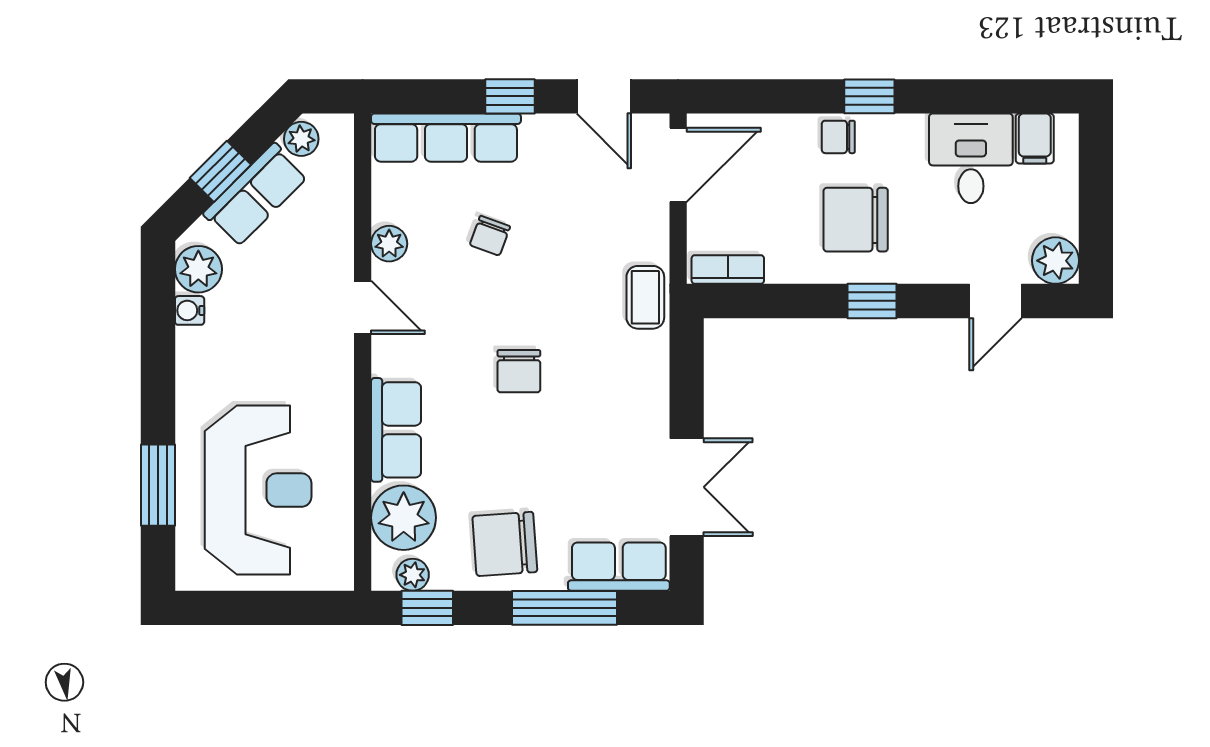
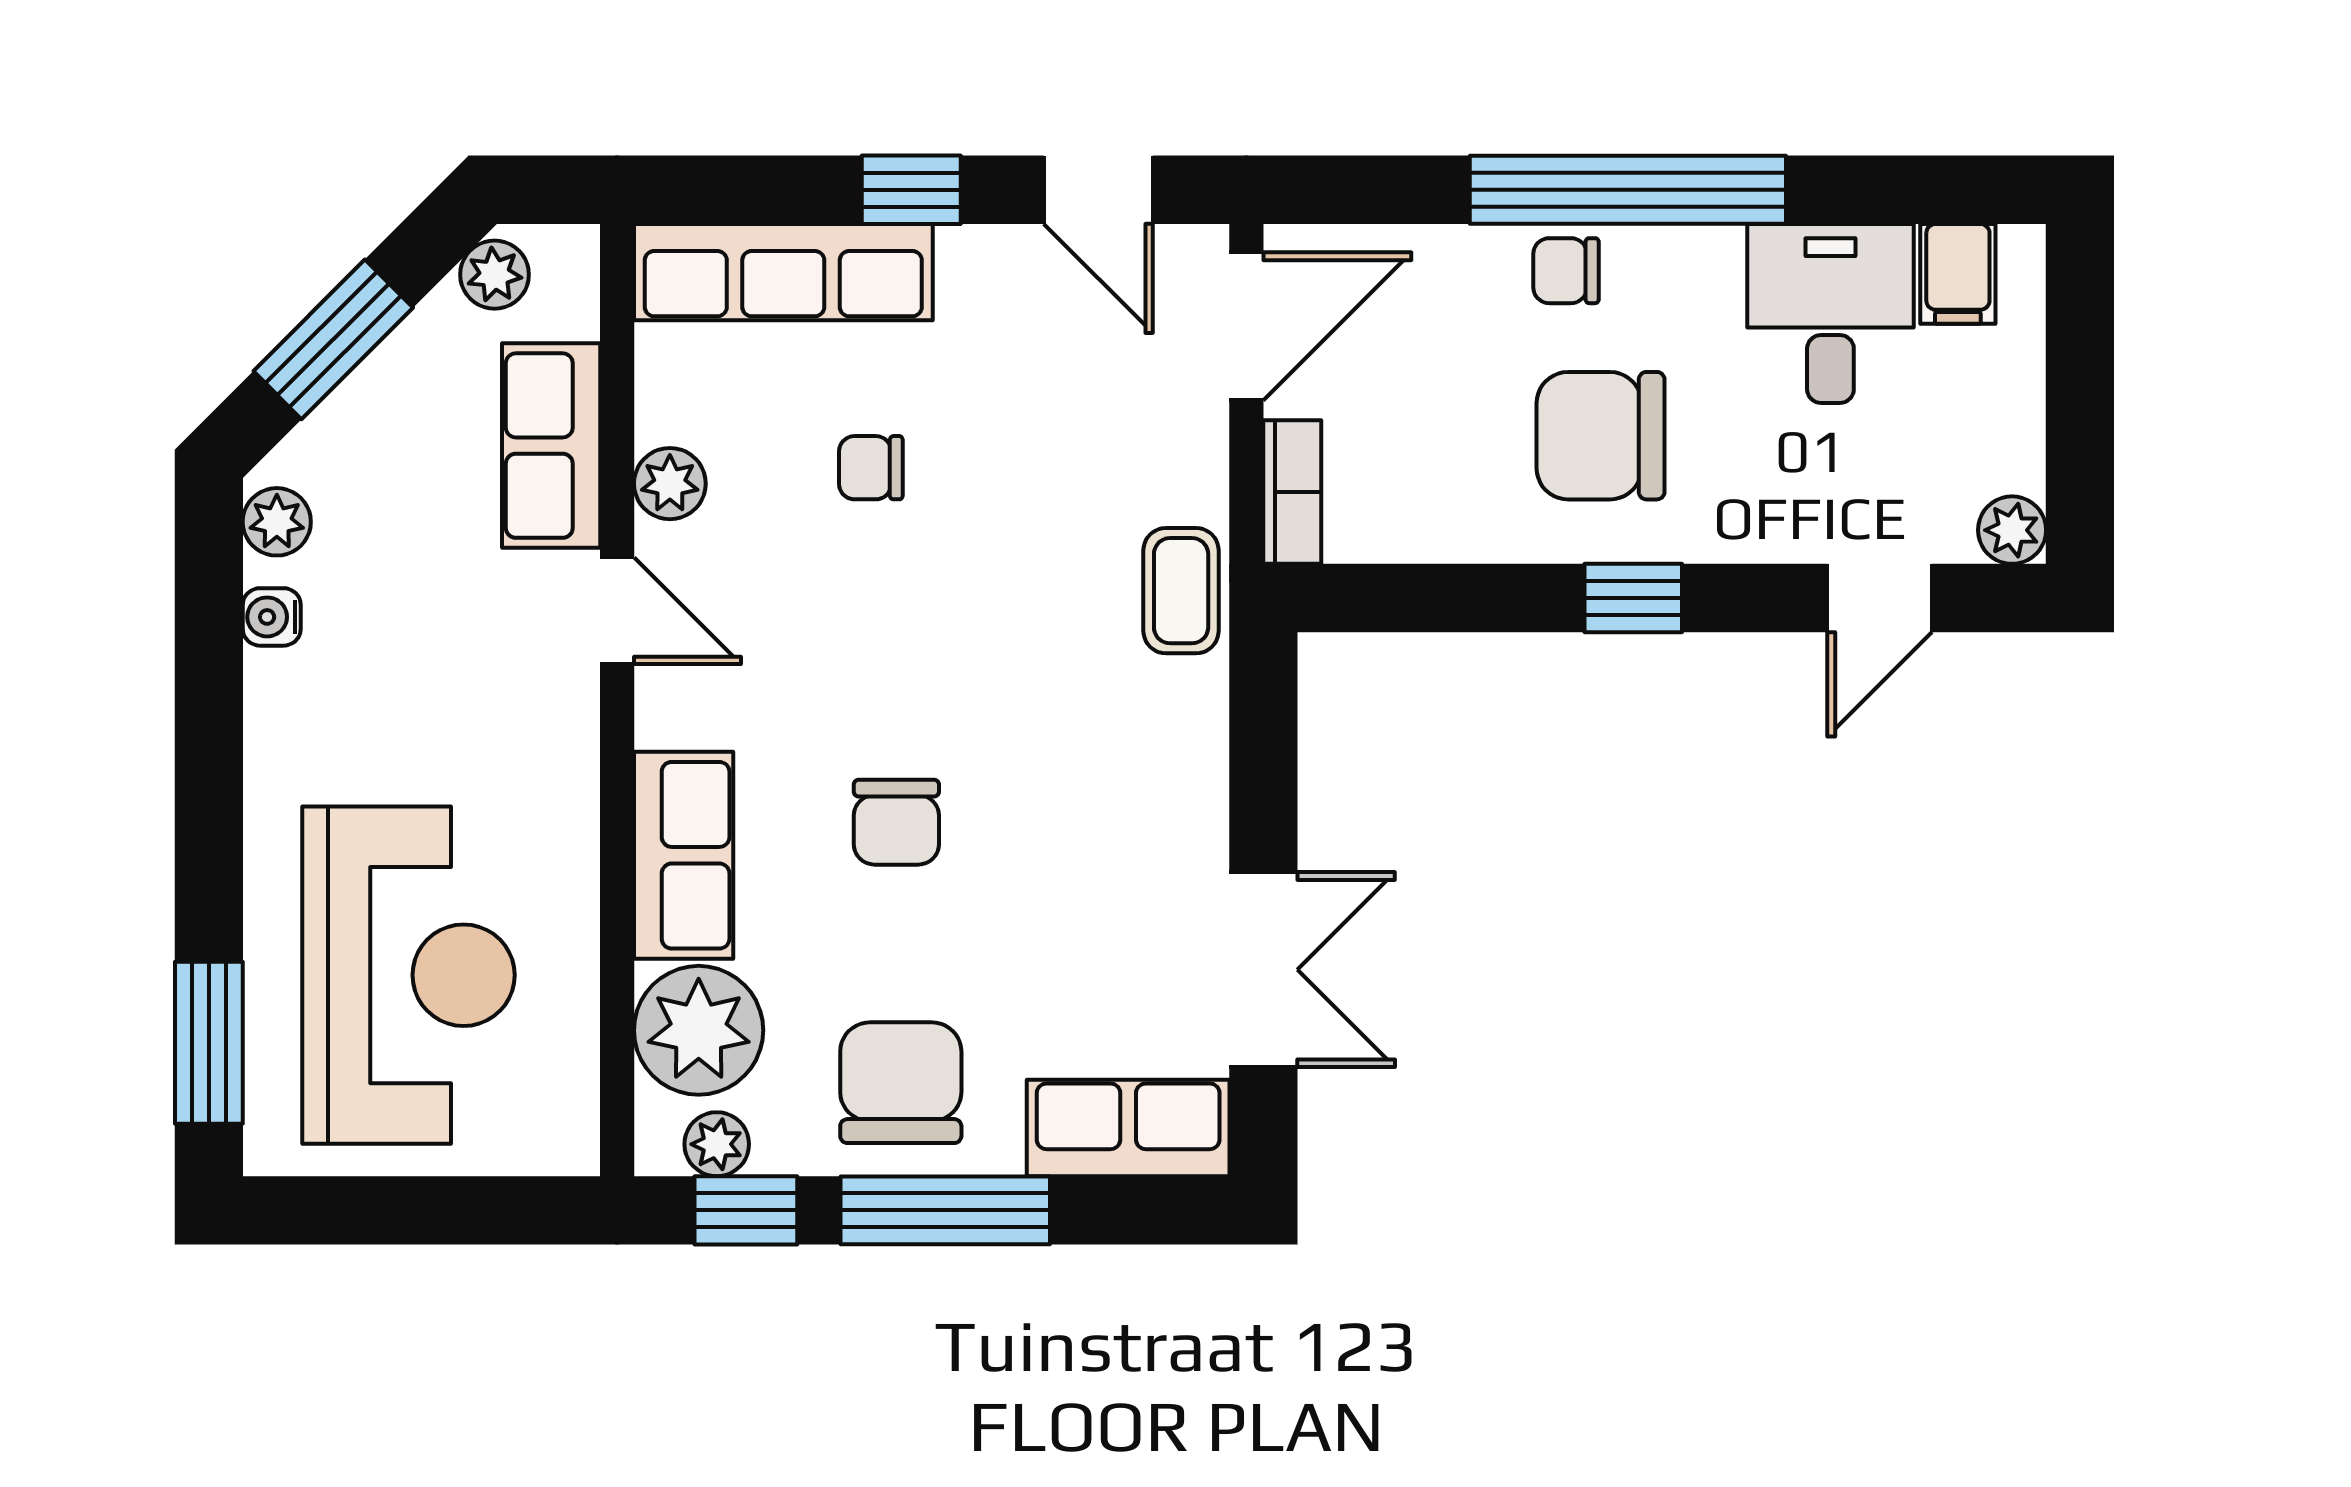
window: (869, 96) -> (1628, 190), width x3.17
window: (220, 171) -> (333, 339), width x1.50
row of seats: (256, 195) -> (551, 446), moved, turned 135
chair: (490, 236) -> (871, 468), turned 70
plant: (1055, 261) -> (2012, 530), width x0.73, depth x0.73
plant: (198, 269) -> (277, 522), width x0.73, depth x0.73
bookcase: (728, 269) -> (1292, 492), moved, turned 90
chair: (519, 371) -> (896, 822), moved
window: (158, 485) -> (209, 1043), moved
chair: (505, 544) -> (901, 1083), turned 94
window: (564, 608) -> (945, 1210), moved

